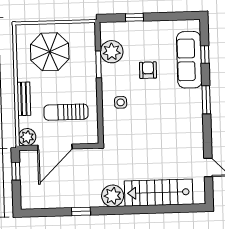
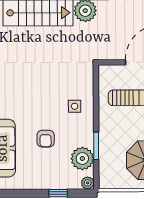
plant: (106, 28) -> (88, 183), added

